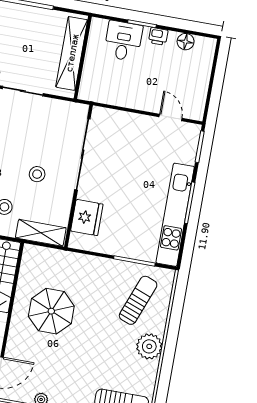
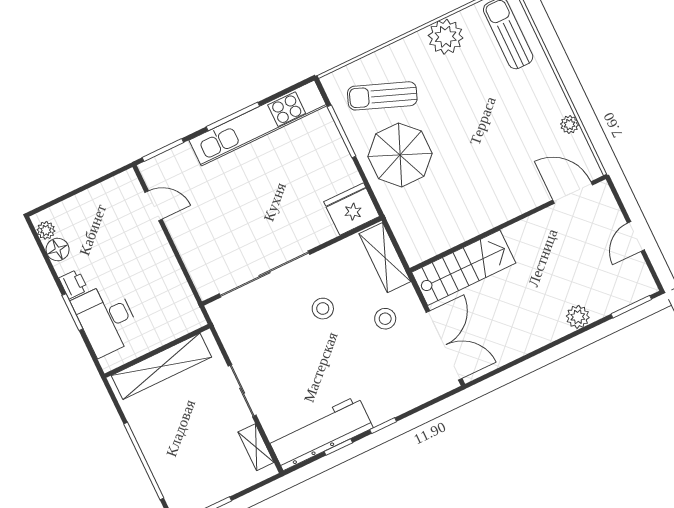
desk: (123, 41) -> (106, 319), width x1.37
plant: (202, 43) -> (46, 230), added
door: (171, 117) -> (154, 206), swing flipped
fridge: (87, 218) -> (352, 209), moved
parasol: (51, 311) -> (400, 155), moved
plant: (149, 346) -> (446, 37), moved

